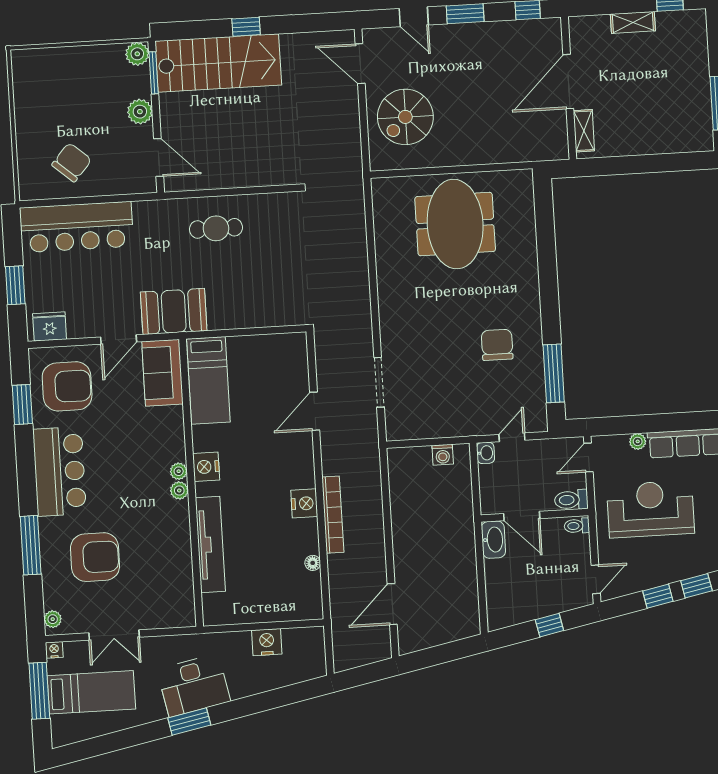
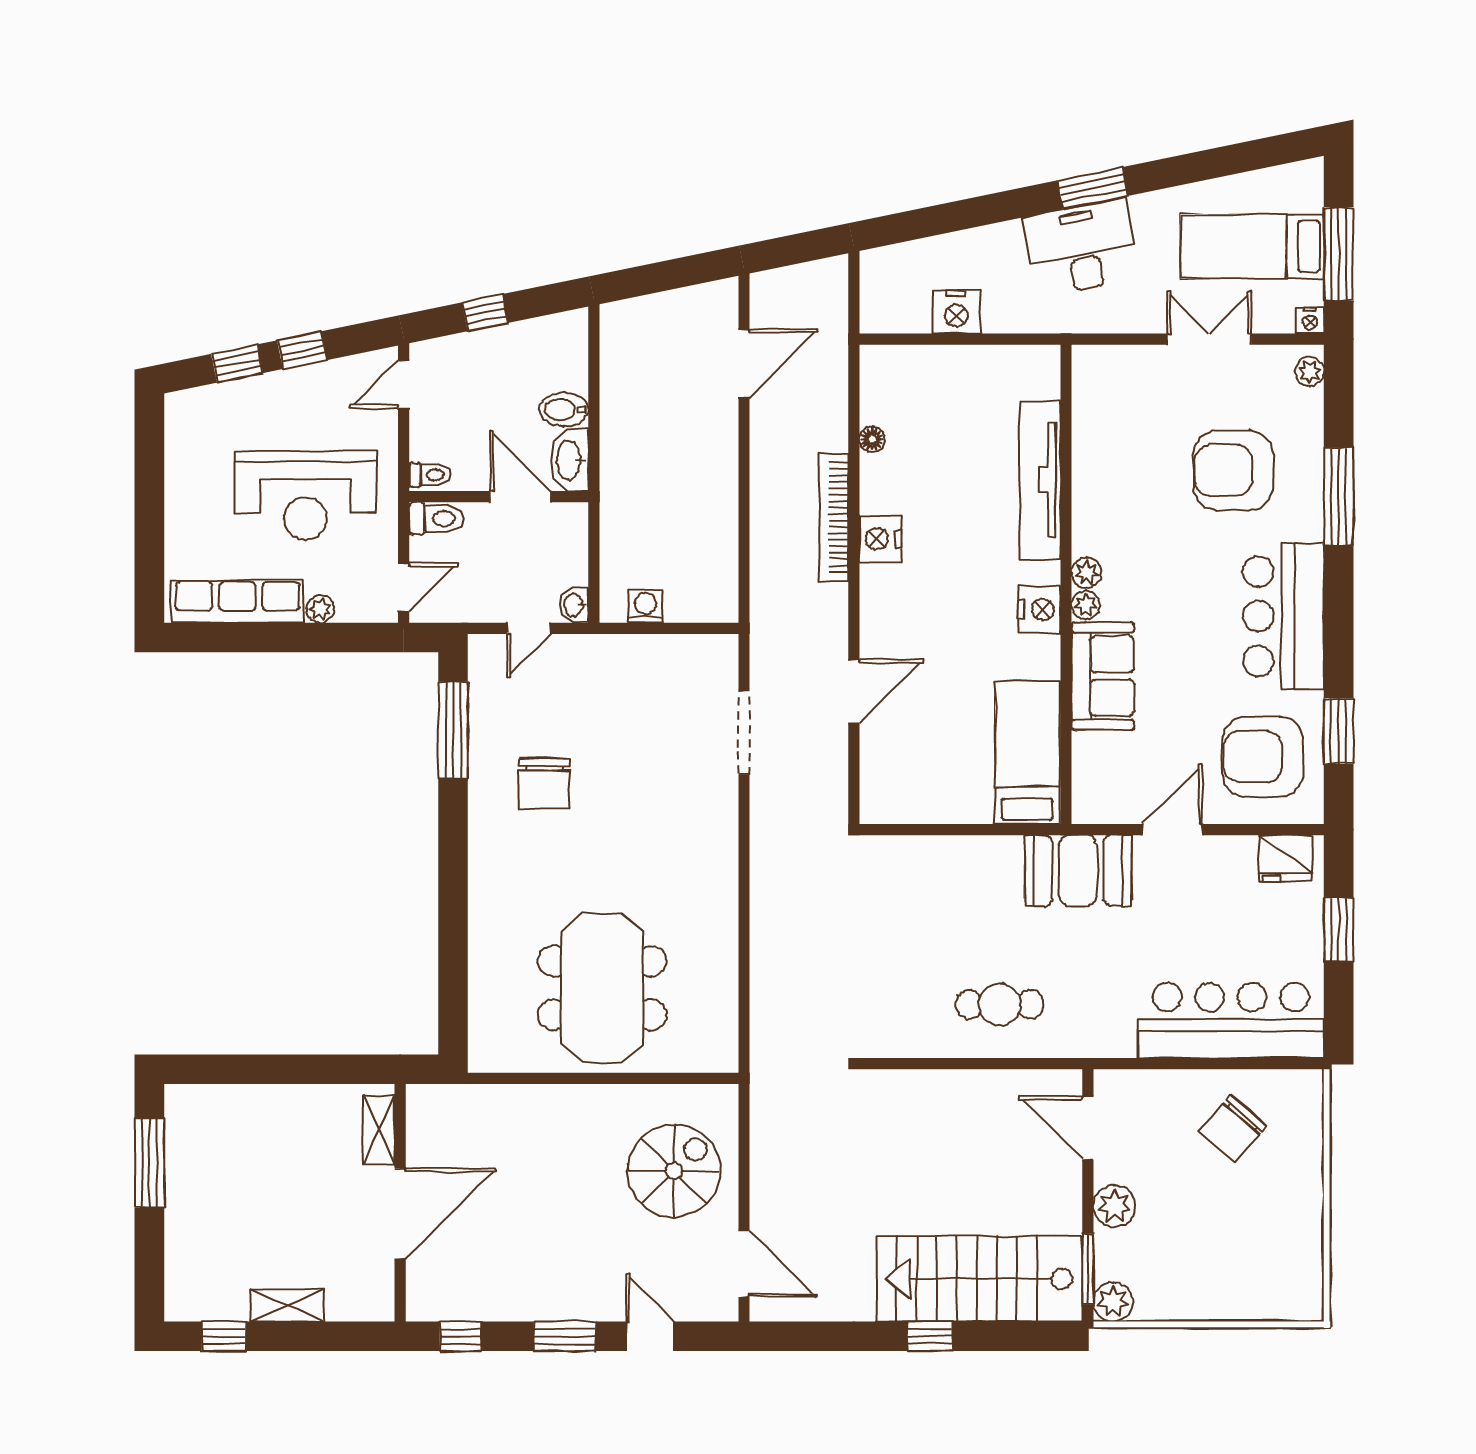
sofa: (162, 373) -> (1103, 676), moved
bidet: (499, 570) -> (564, 409), added

